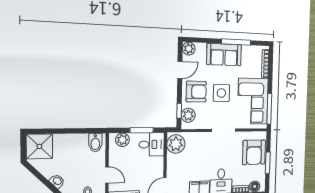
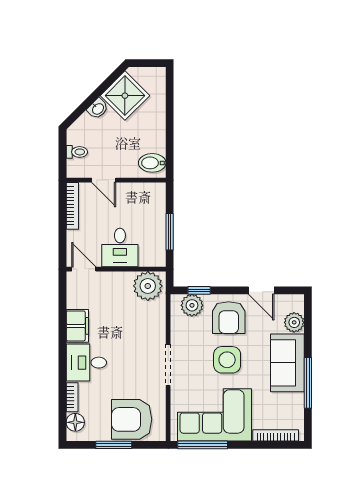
plant: (189, 49) -> (294, 322), moved
plant: (122, 140) -> (156, 203), removed
desk: (152, 144) -> (120, 248), moved
shower: (39, 146) -> (125, 96), moved, turned 45
door: (107, 175) -> (104, 180), hinge flipped

